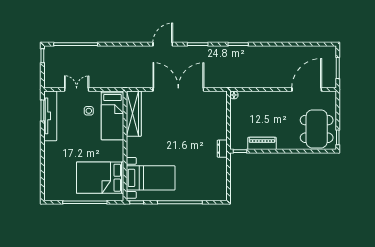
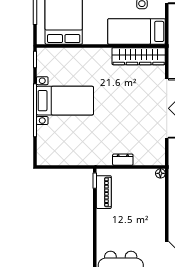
piano: (262, 143) -> (104, 192), moved
dresser: (222, 149) -> (123, 160), moved
bed with nightstands: (151, 178) -> (65, 101), moved, turned -90

